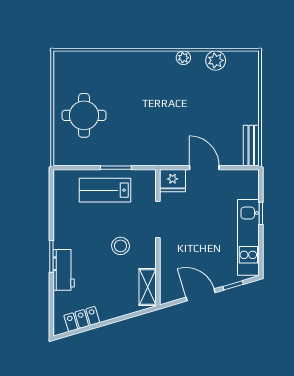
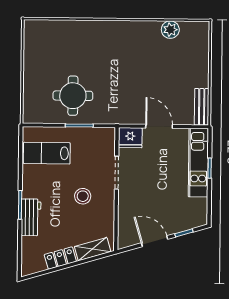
plant: (183, 58) -> (141, 27), removed
round table: (84, 115) -> (73, 96), moved
lab bench: (105, 190) -> (47, 153), moved
kitchen unit: (248, 237) -> (198, 163), moved
shelving: (148, 287) -> (93, 249), moved, turned 74
locker: (82, 319) -> (60, 258), moved

